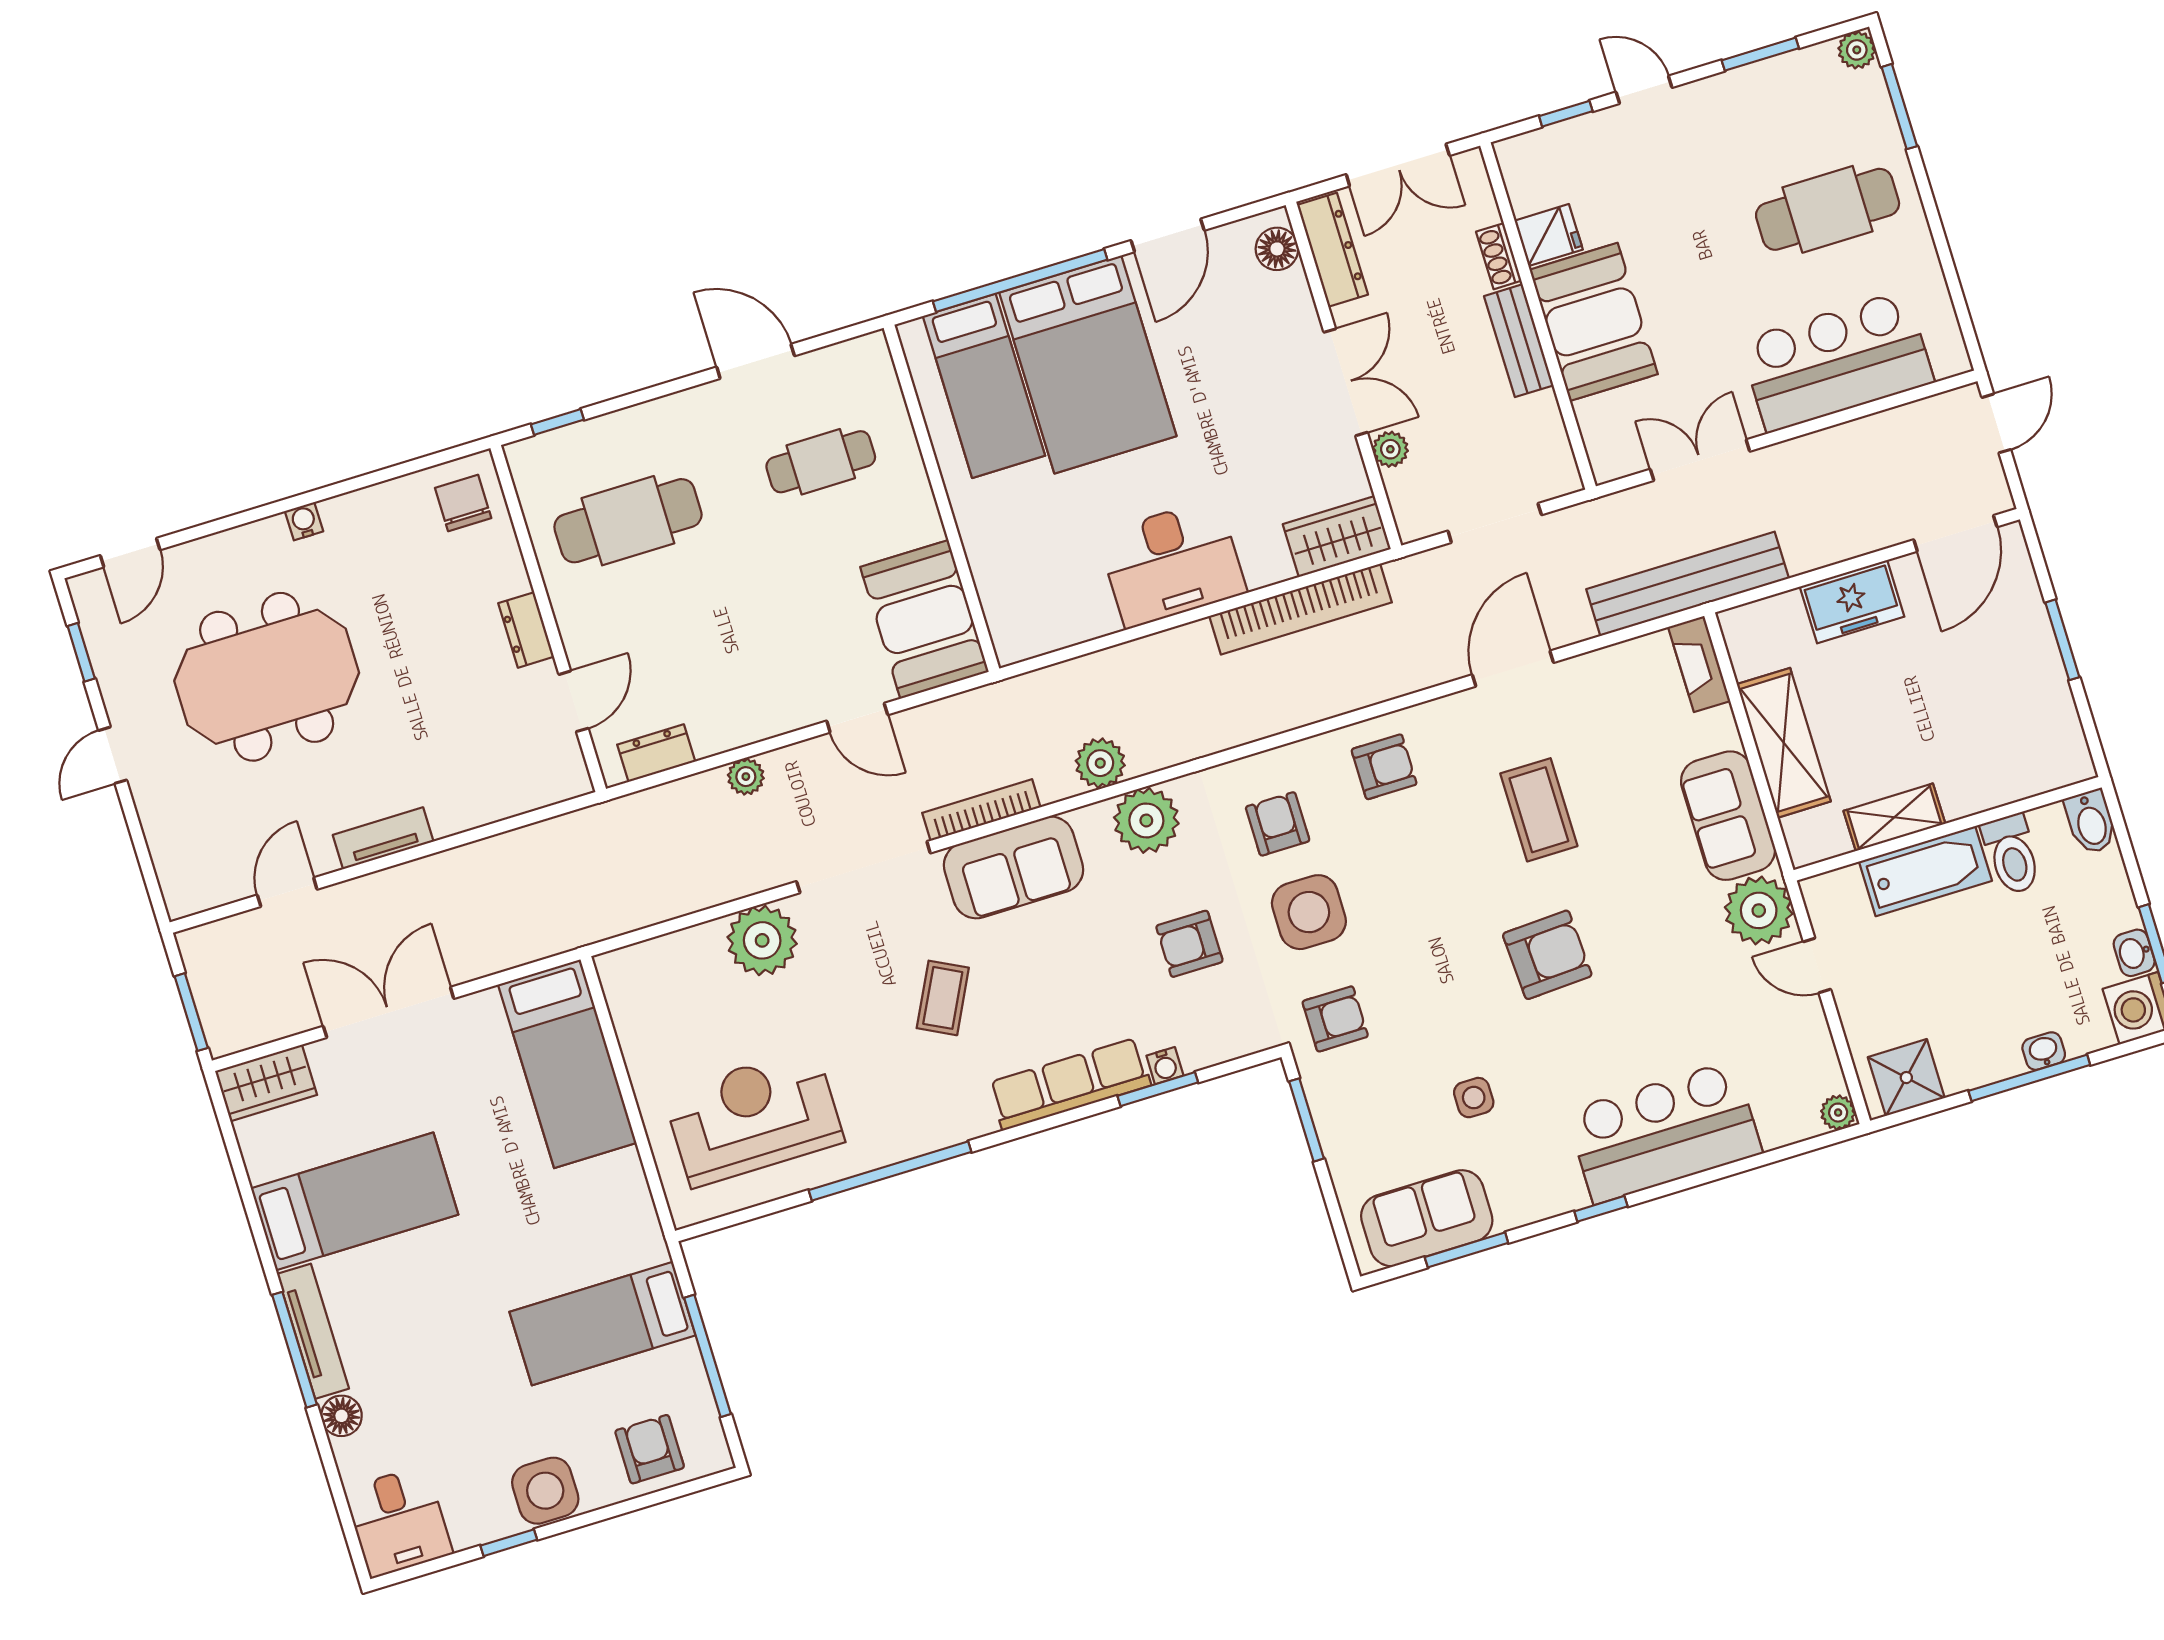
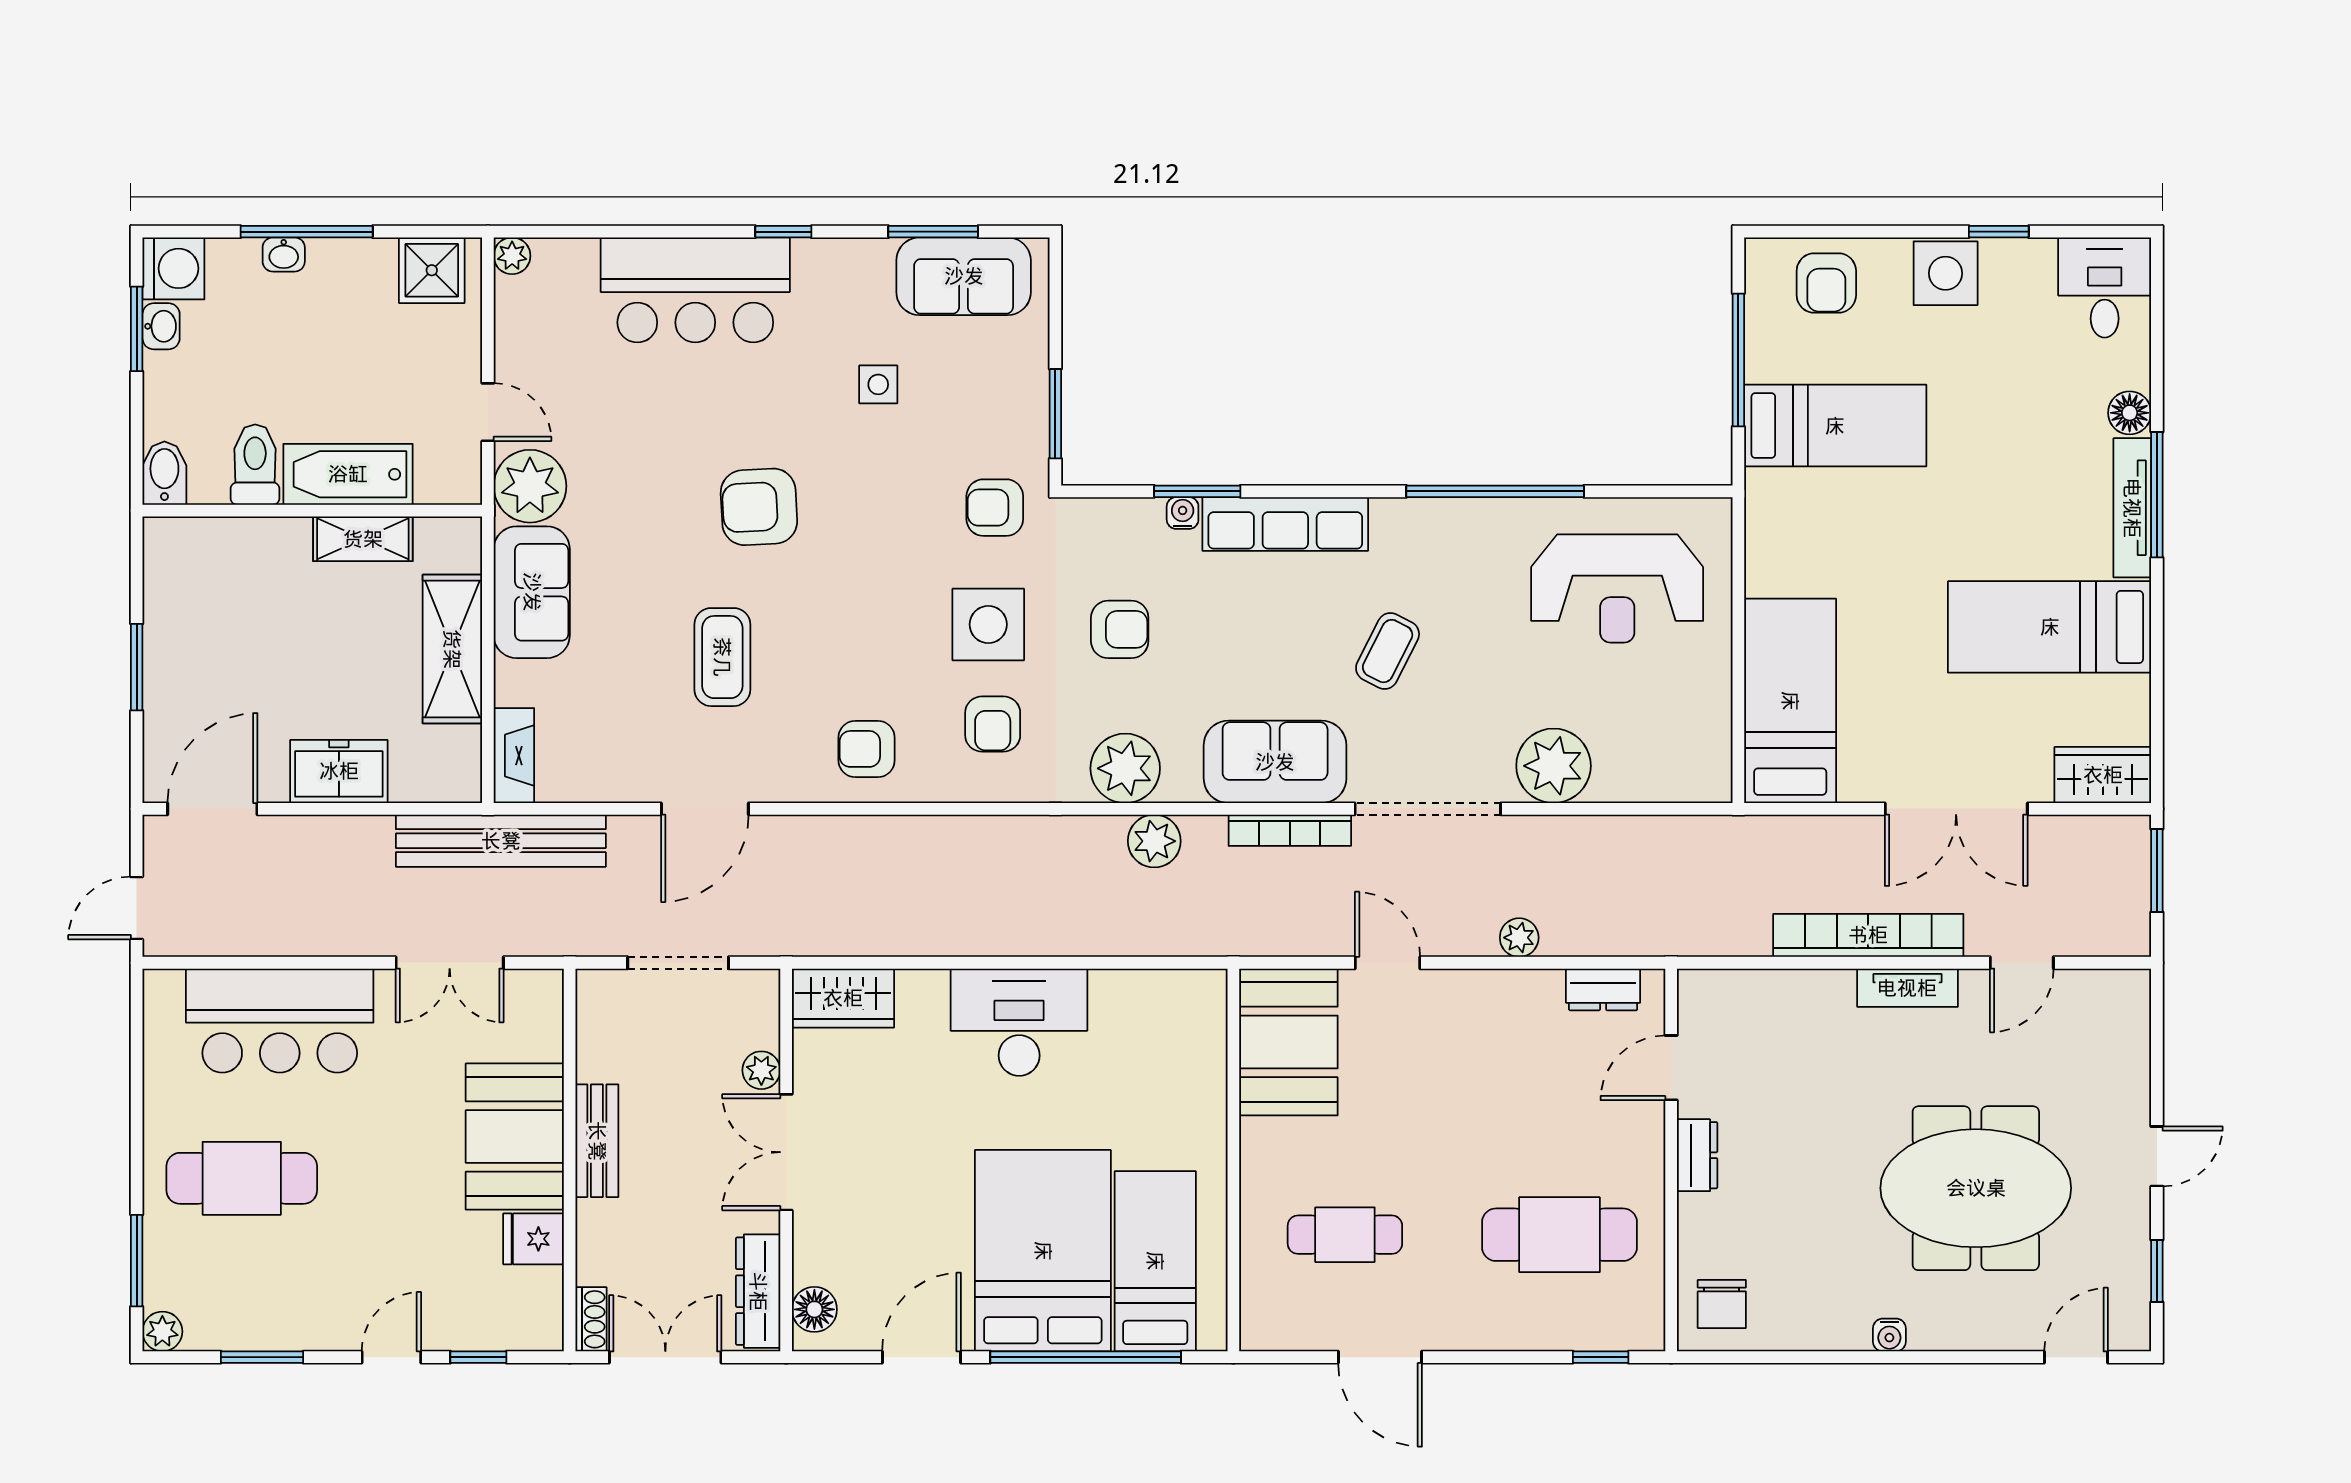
door: (1644, 90) -> (391, 1357), swing flipped
shoe rack: (1499, 256) -> (591, 1319), moved
bookcase: (1301, 609) -> (1868, 935), moved

